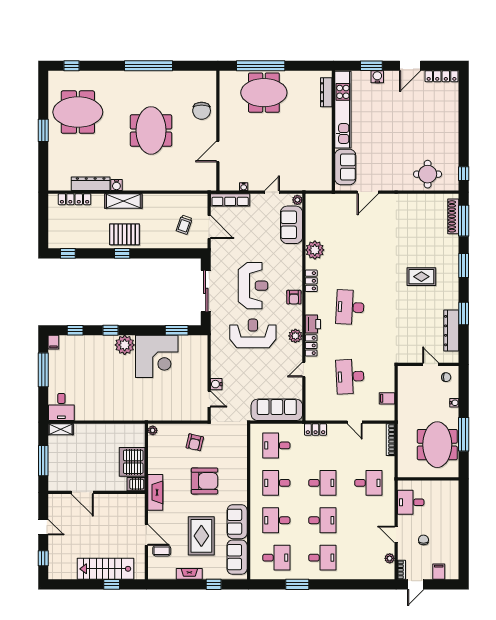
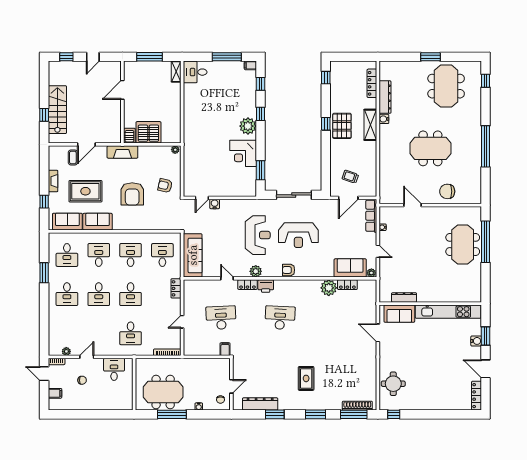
dresser: (326, 92) -> (404, 297), moved
locker: (311, 281) -> (347, 285), moved
corner desk: (157, 356) -> (243, 153), width x0.74, depth x0.74
filing cabinet: (387, 398) -> (225, 349), moved

